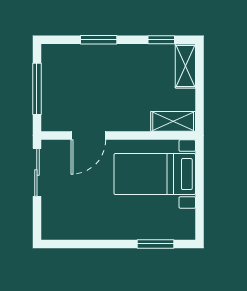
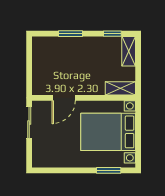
window: (37, 89) -> (29, 66), removed
bed with nightstands: (155, 174) -> (108, 132), width x1.36

